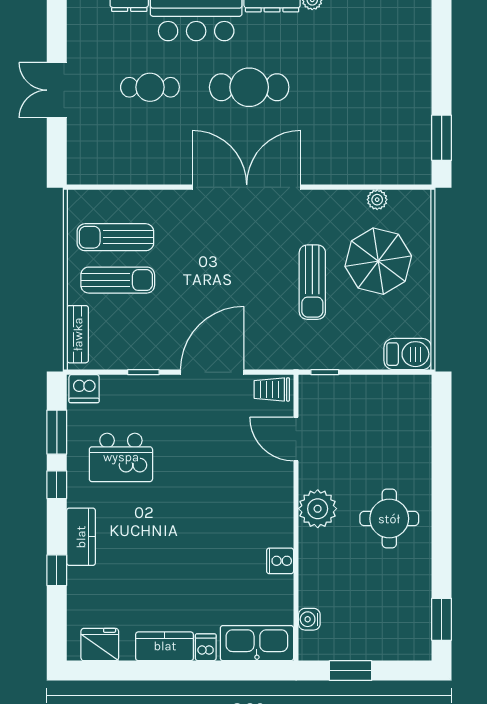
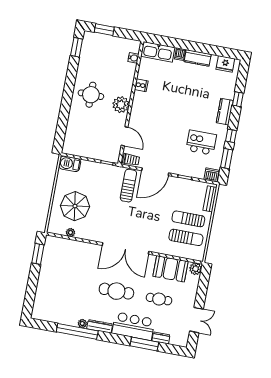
double door: (57, 90) -> (196, 320), moved
booth: (137, 160) -> (170, 269), added
plant: (81, 171) -> (195, 269), added
sun lounger: (312, 282) -> (128, 186), moved
window: (351, 671) -> (104, 30), moved

